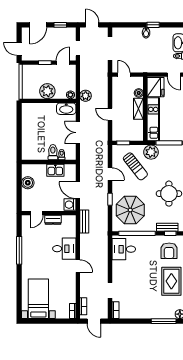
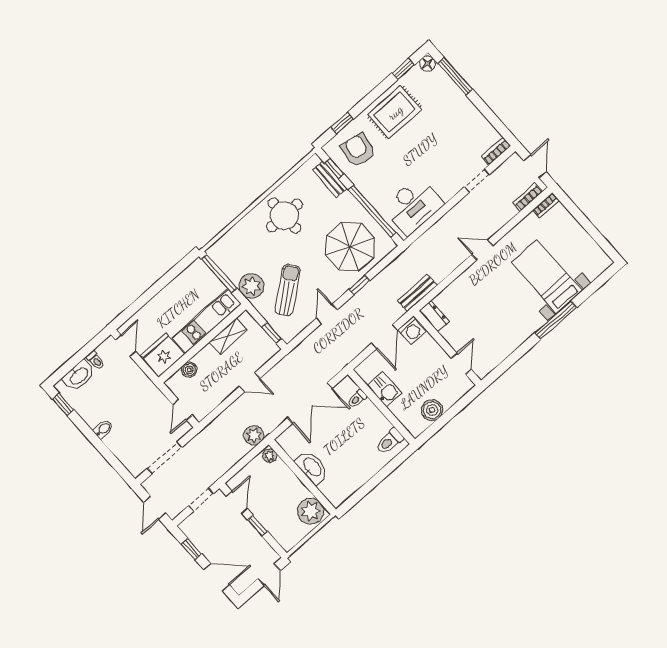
window: (153, 25) -> (63, 404), moved
door: (63, 63) -> (237, 502), swing flipped
plant: (47, 91) -> (311, 511), moved
washbasin: (66, 109) -> (312, 467), moved
shelving: (138, 109) -> (228, 336), moved
door: (110, 114) -> (250, 382), hinge flipped
double door: (78, 133) -> (310, 403), width x1.37
toilet: (53, 152) -> (389, 441), moved
door: (37, 213) -> (461, 364), hinge flipped
dresser: (53, 220) -> (434, 316), moved
desk: (64, 249) -> (475, 287), removed
desk: (124, 249) -> (413, 206), width x1.37
window: (19, 250) -> (556, 320), moved
armchair: (169, 251) -> (358, 150), turned -80
door: (78, 266) -> (482, 250), hinge flipped
bed with nightstands: (38, 299) -> (547, 277), moved, turned 90

